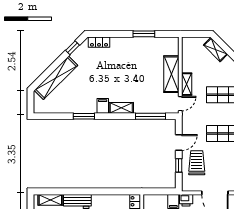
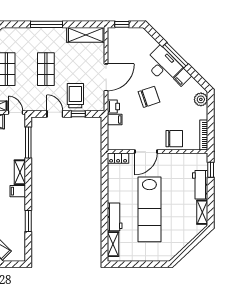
window: (84, 116) -> (28, 221), moved
trolley: (197, 163) -> (75, 96), turned 90

